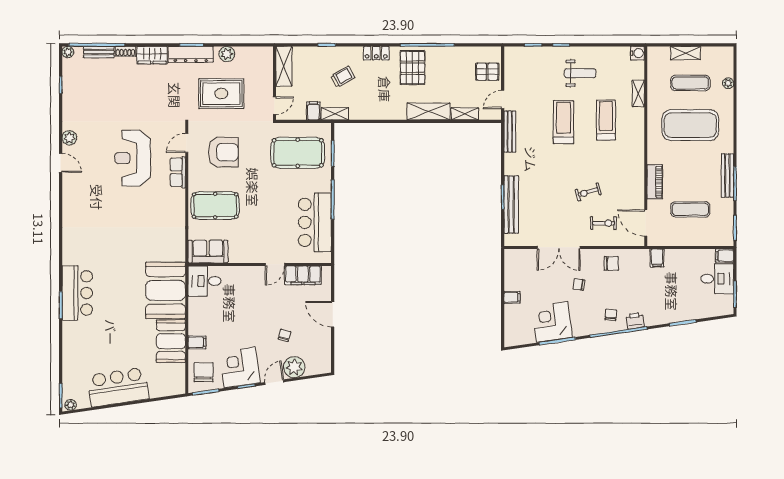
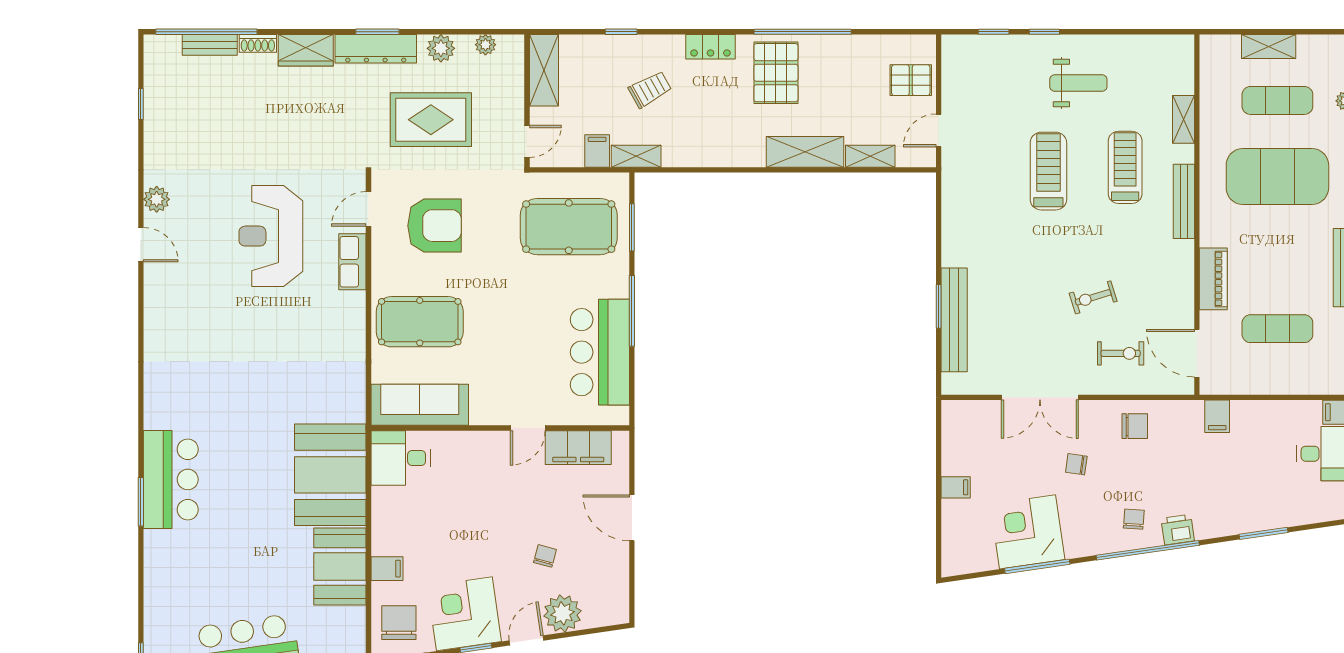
plant: (68, 52) -> (485, 45), moved
water cooler: (637, 53) -> (1182, 47), removed
bench: (510, 132) -> (1184, 201), moved
sofa: (208, 252) -> (420, 405), width x1.36

